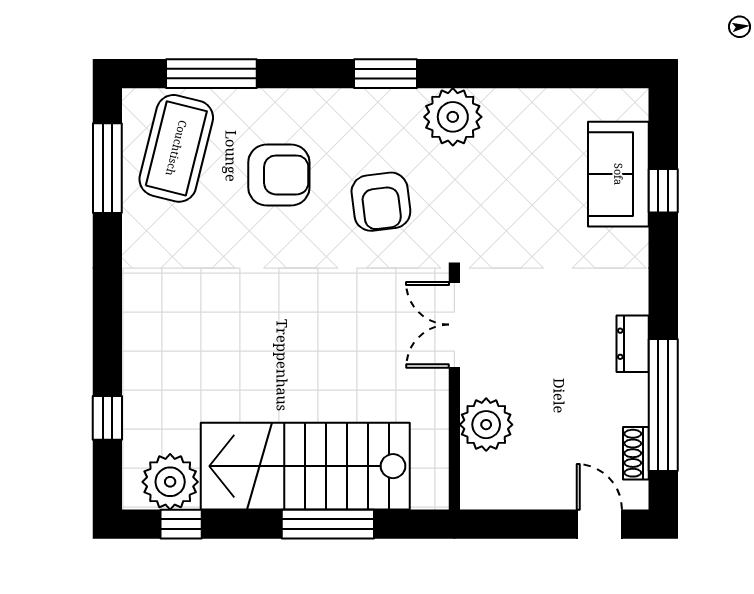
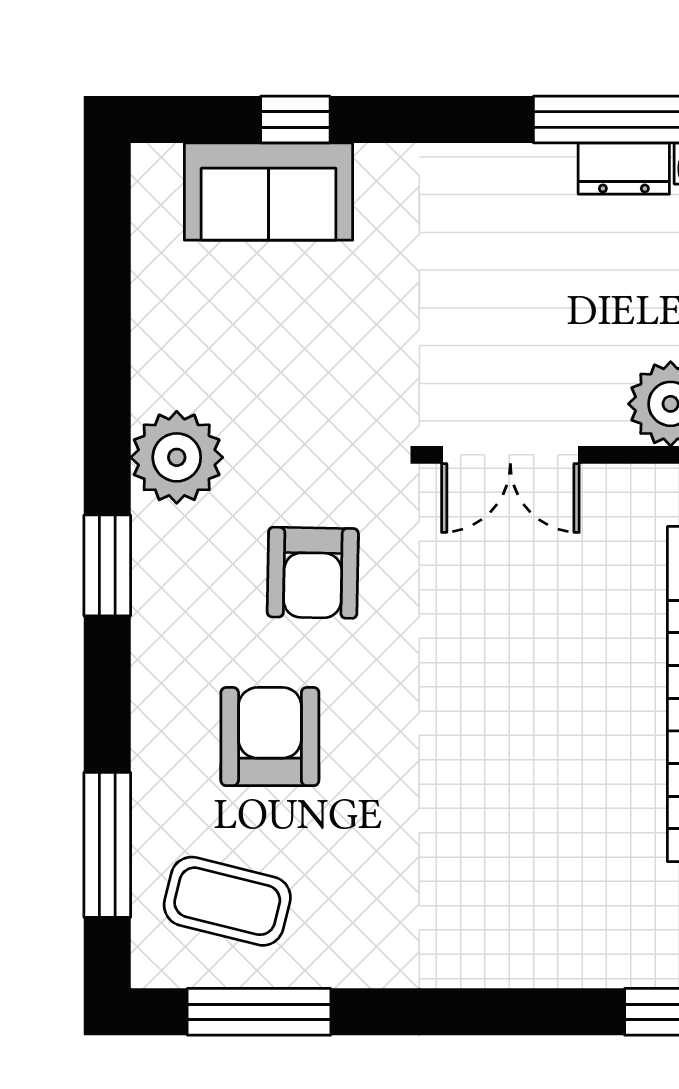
coffee table: (176, 148) -> (227, 901), width x0.73, depth x0.76
armchair: (381, 202) -> (313, 573), turned 98
dresser: (633, 344) -> (624, 168), moved

